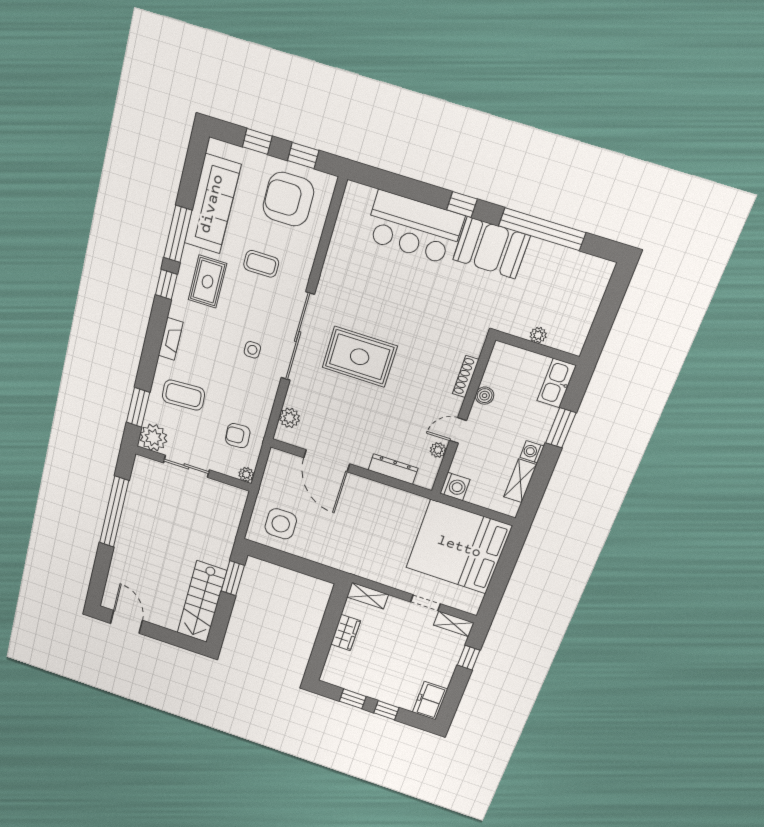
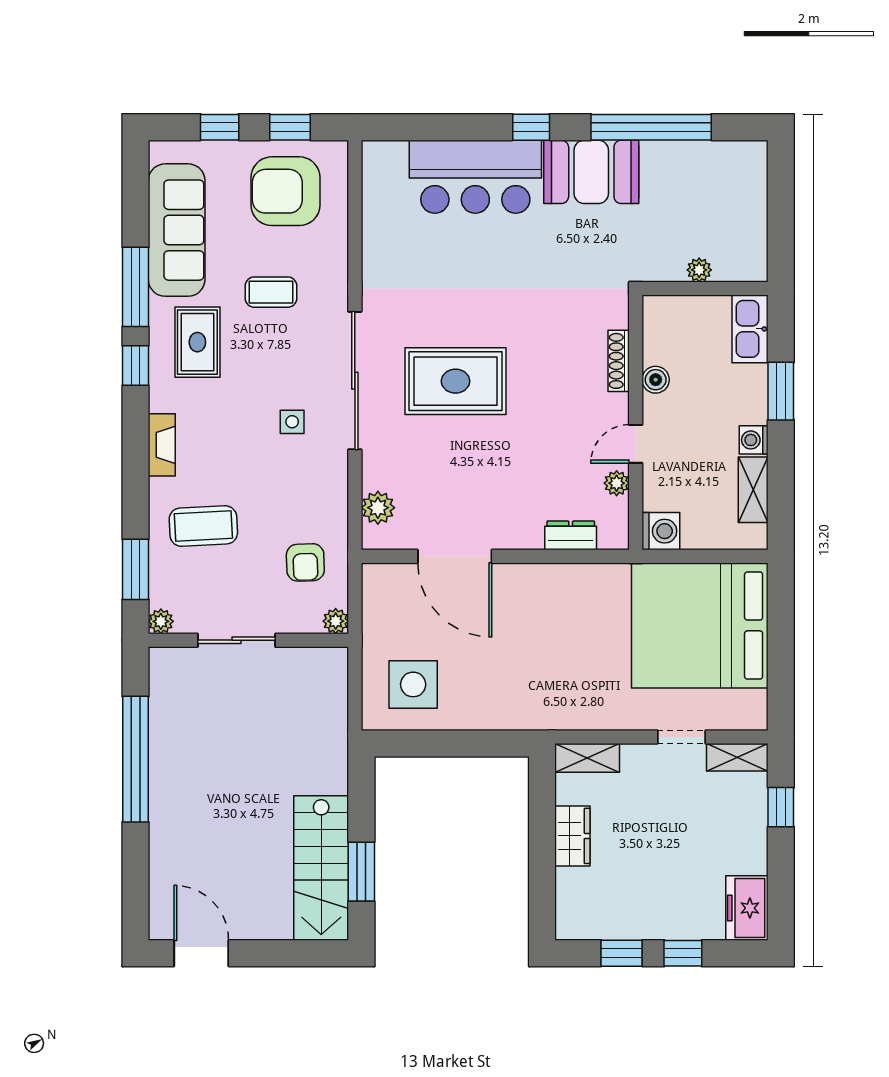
armchair: (238, 436) -> (305, 562), turned -88
plant: (153, 438) -> (161, 621), width x0.53, depth x0.53
dresser: (393, 469) -> (571, 535), width x0.70
window: (233, 578) -> (361, 872), moved

